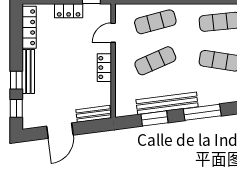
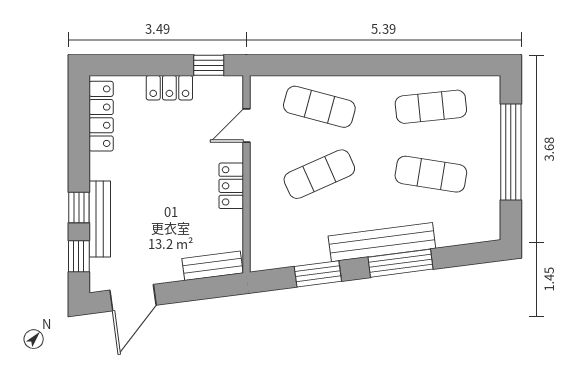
exercise mat: (155, 22) -> (319, 107), turned 30
bench: (28, 72) -> (100, 219), moved
bench: (167, 103) -> (382, 242), moved
door: (60, 131) -> (133, 298), moved

